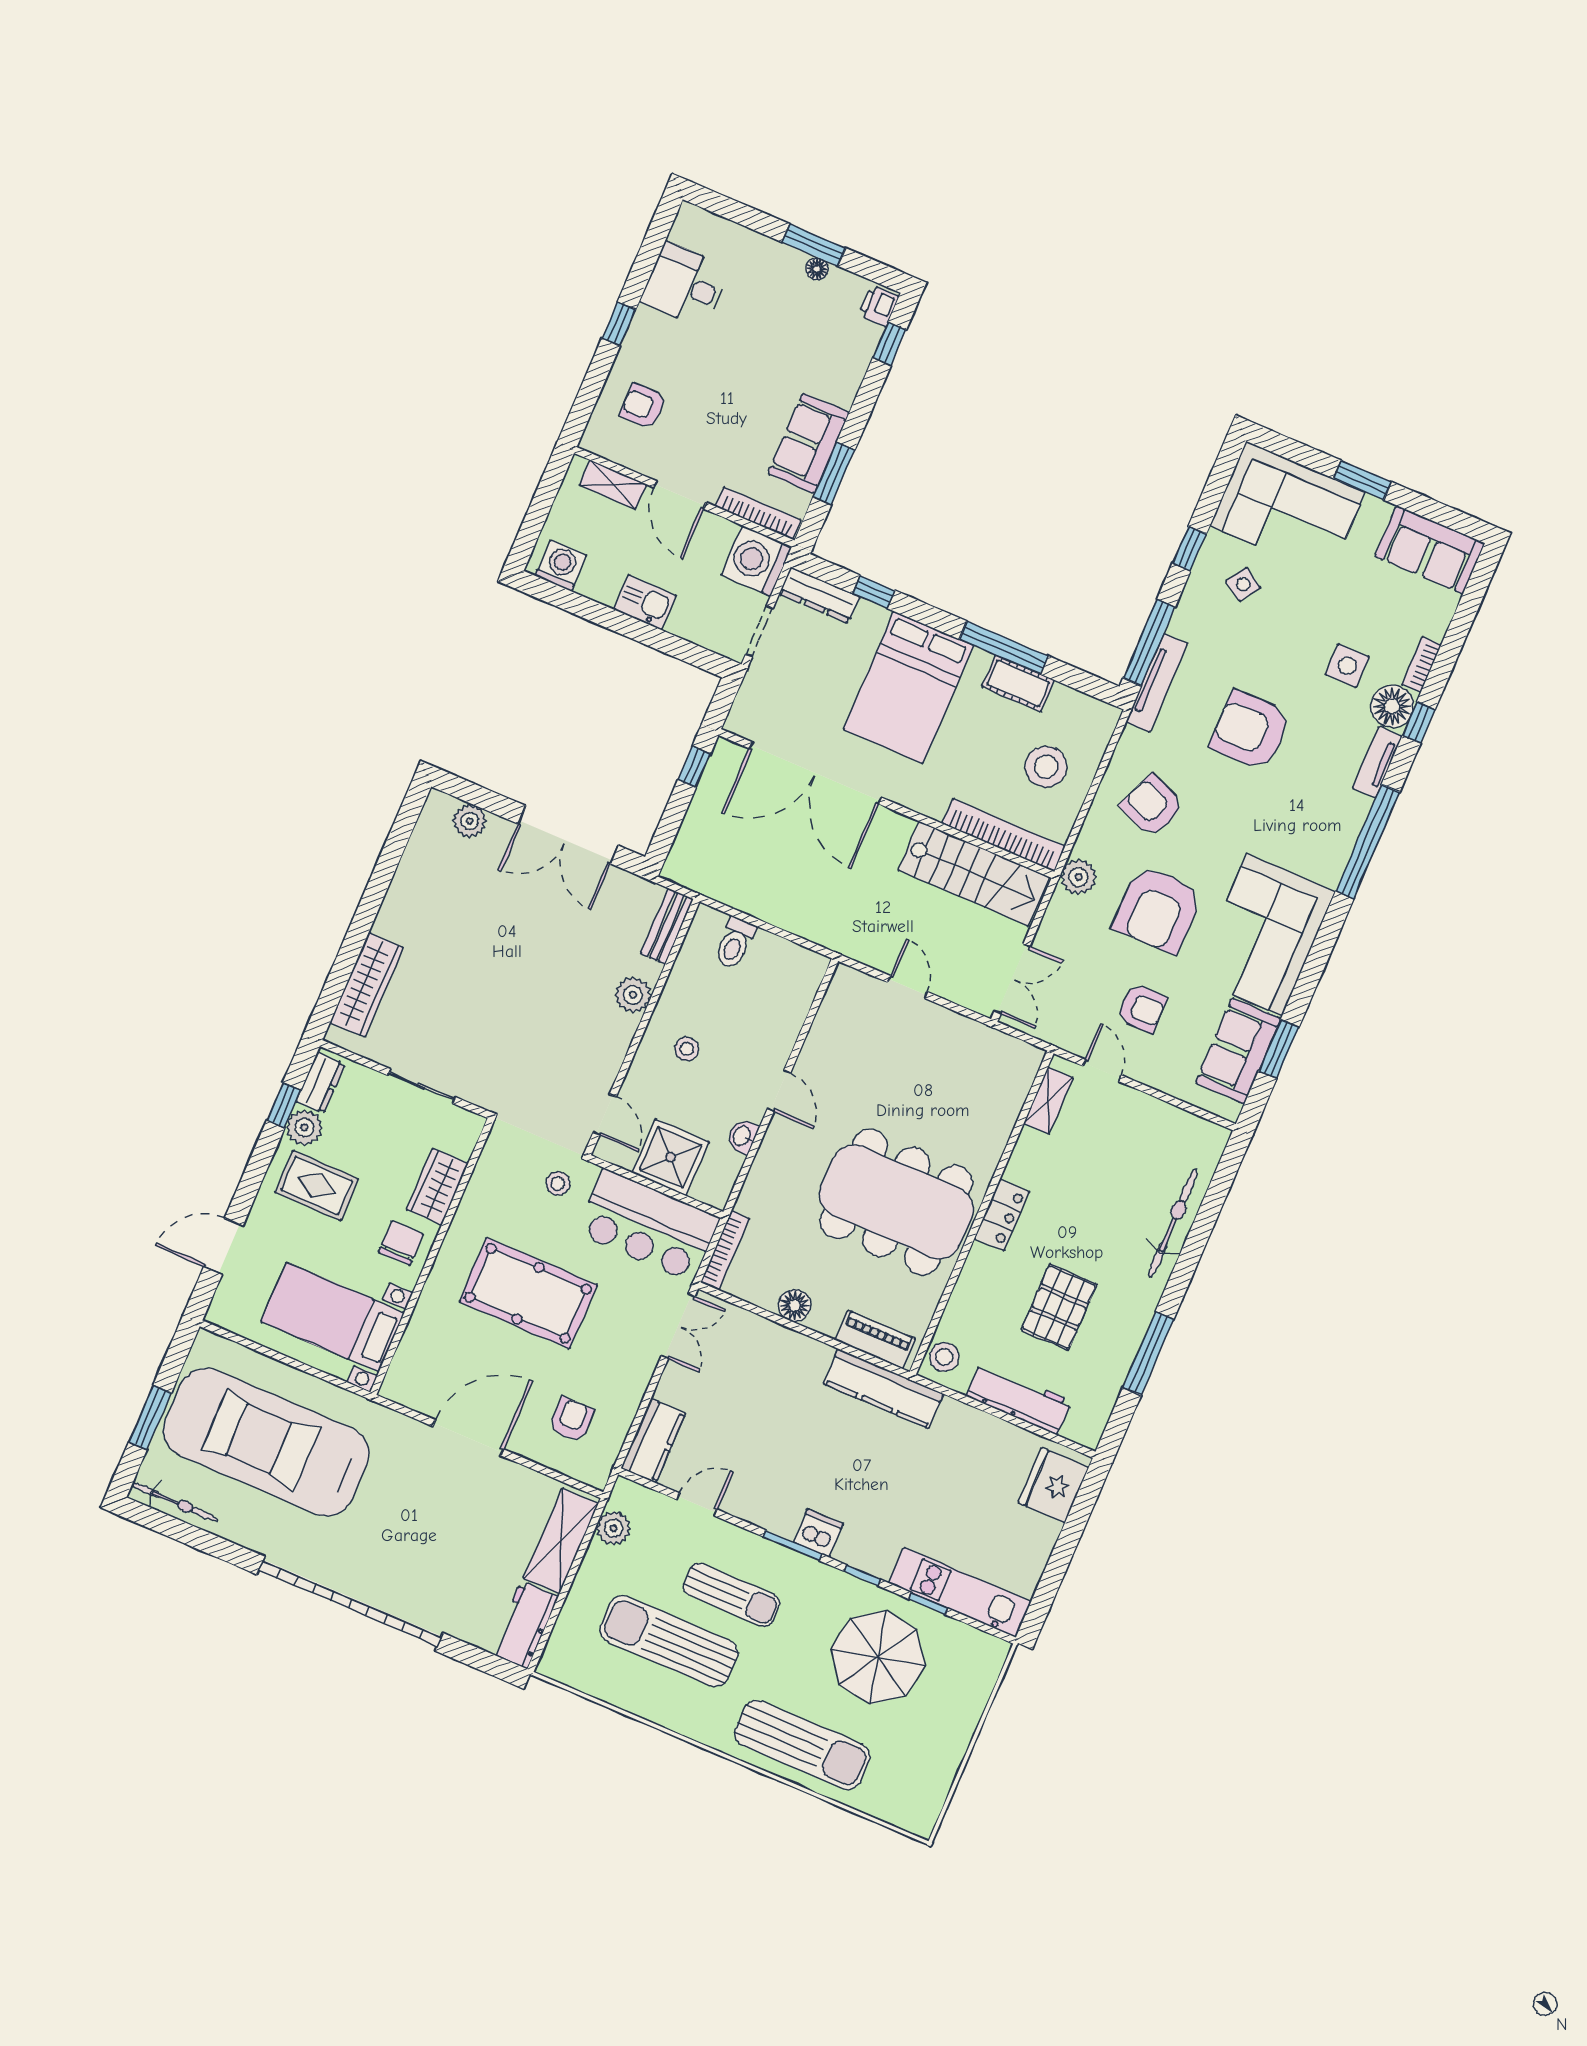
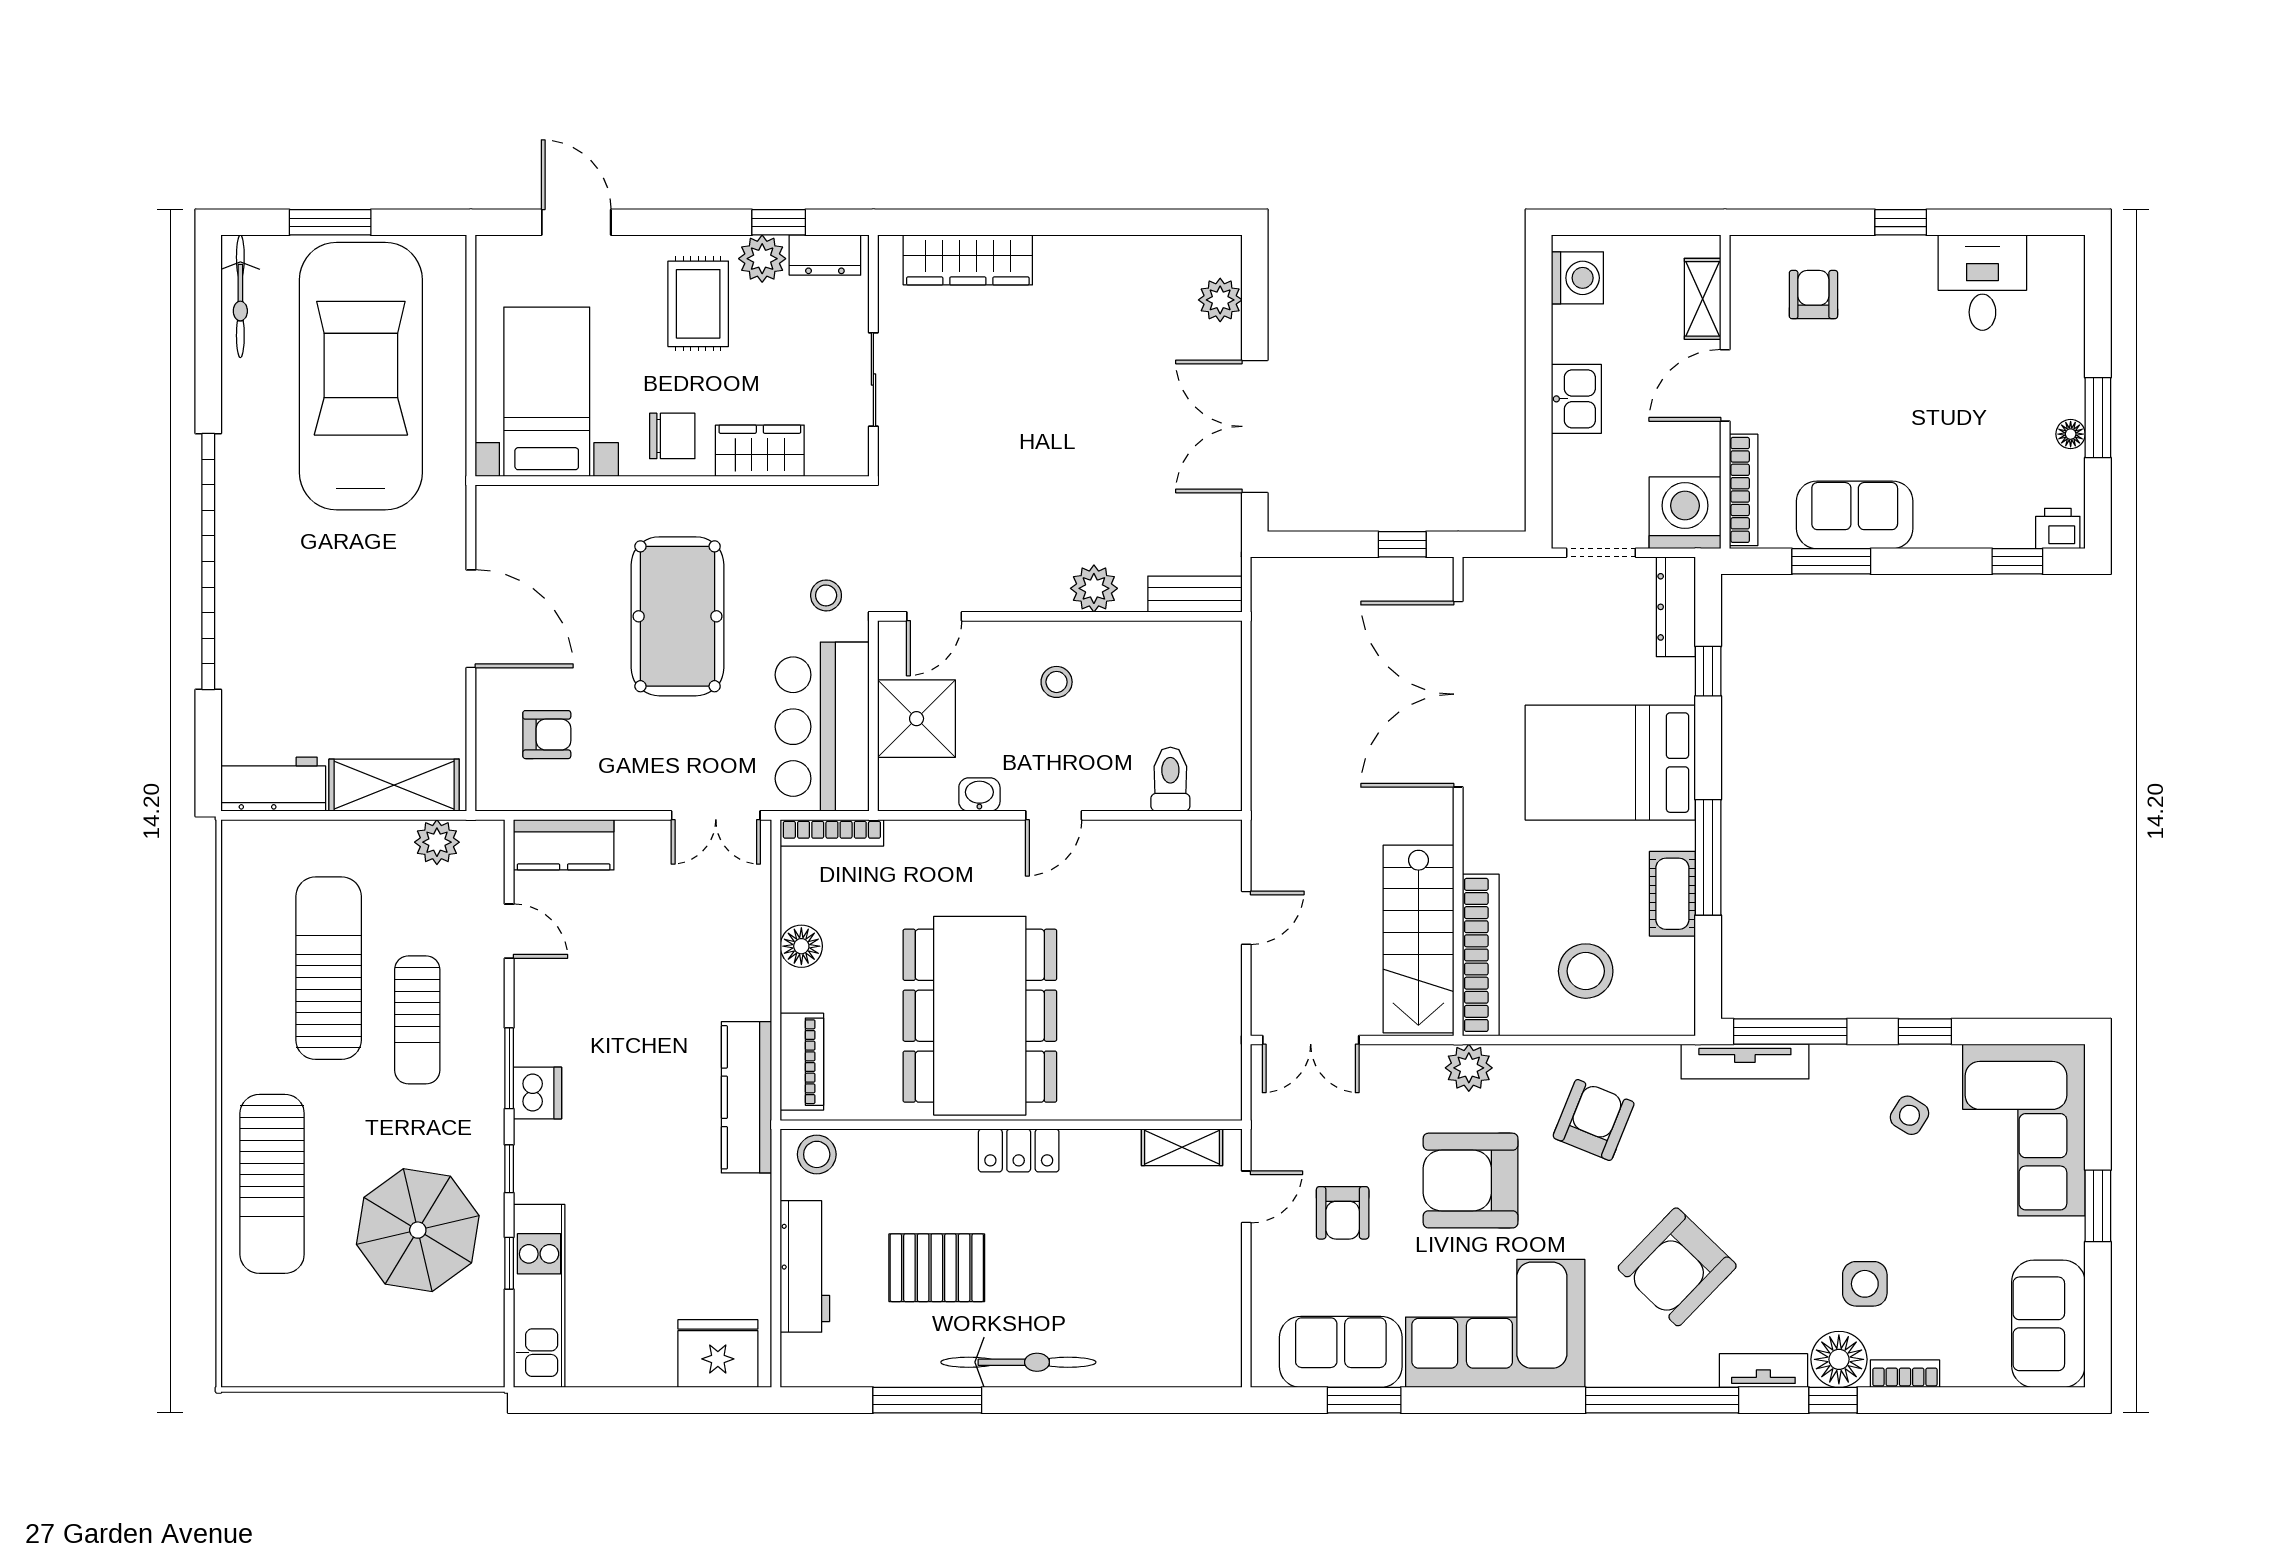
armchair: (1250, 730) -> (1677, 1267), moved, turned -136
toilet: (735, 943) -> (1170, 779), moved, turned 90
bicycle: (1173, 1223) -> (1018, 1362), moved

